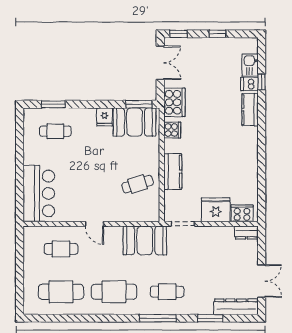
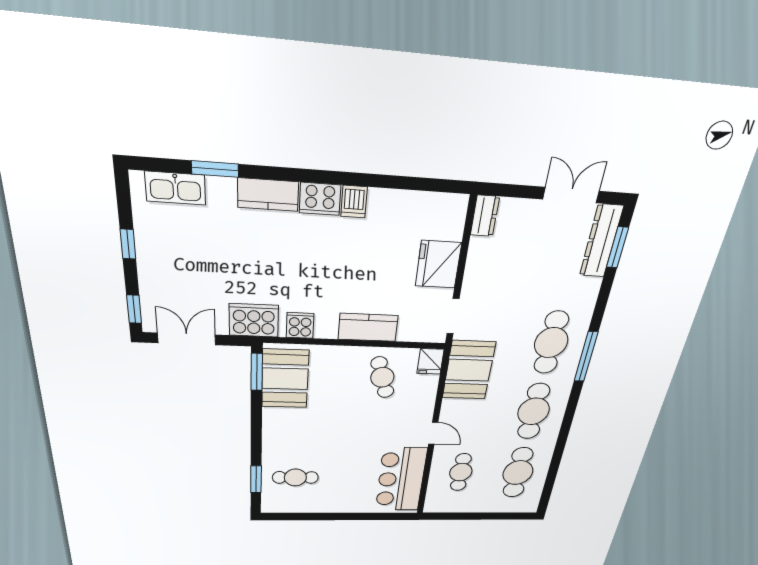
kitchen sink: (250, 65) -> (175, 188), width x1.38
window: (262, 82) -> (215, 169), width x1.50
dishwasher: (249, 84) -> (354, 202), moved
fridge: (105, 117) -> (430, 361), moved, turned 90
cafe table: (55, 131) -> (295, 477), turned 90
bar counter: (39, 193) -> (401, 479), moved, turned -90
cooker: (242, 213) -> (320, 199), moved, turned -90
door: (94, 224) -> (433, 433), hinge flipped
cafe table: (167, 292) -> (551, 343), width x1.37, depth x1.35
window: (210, 318) -> (618, 247), moved

